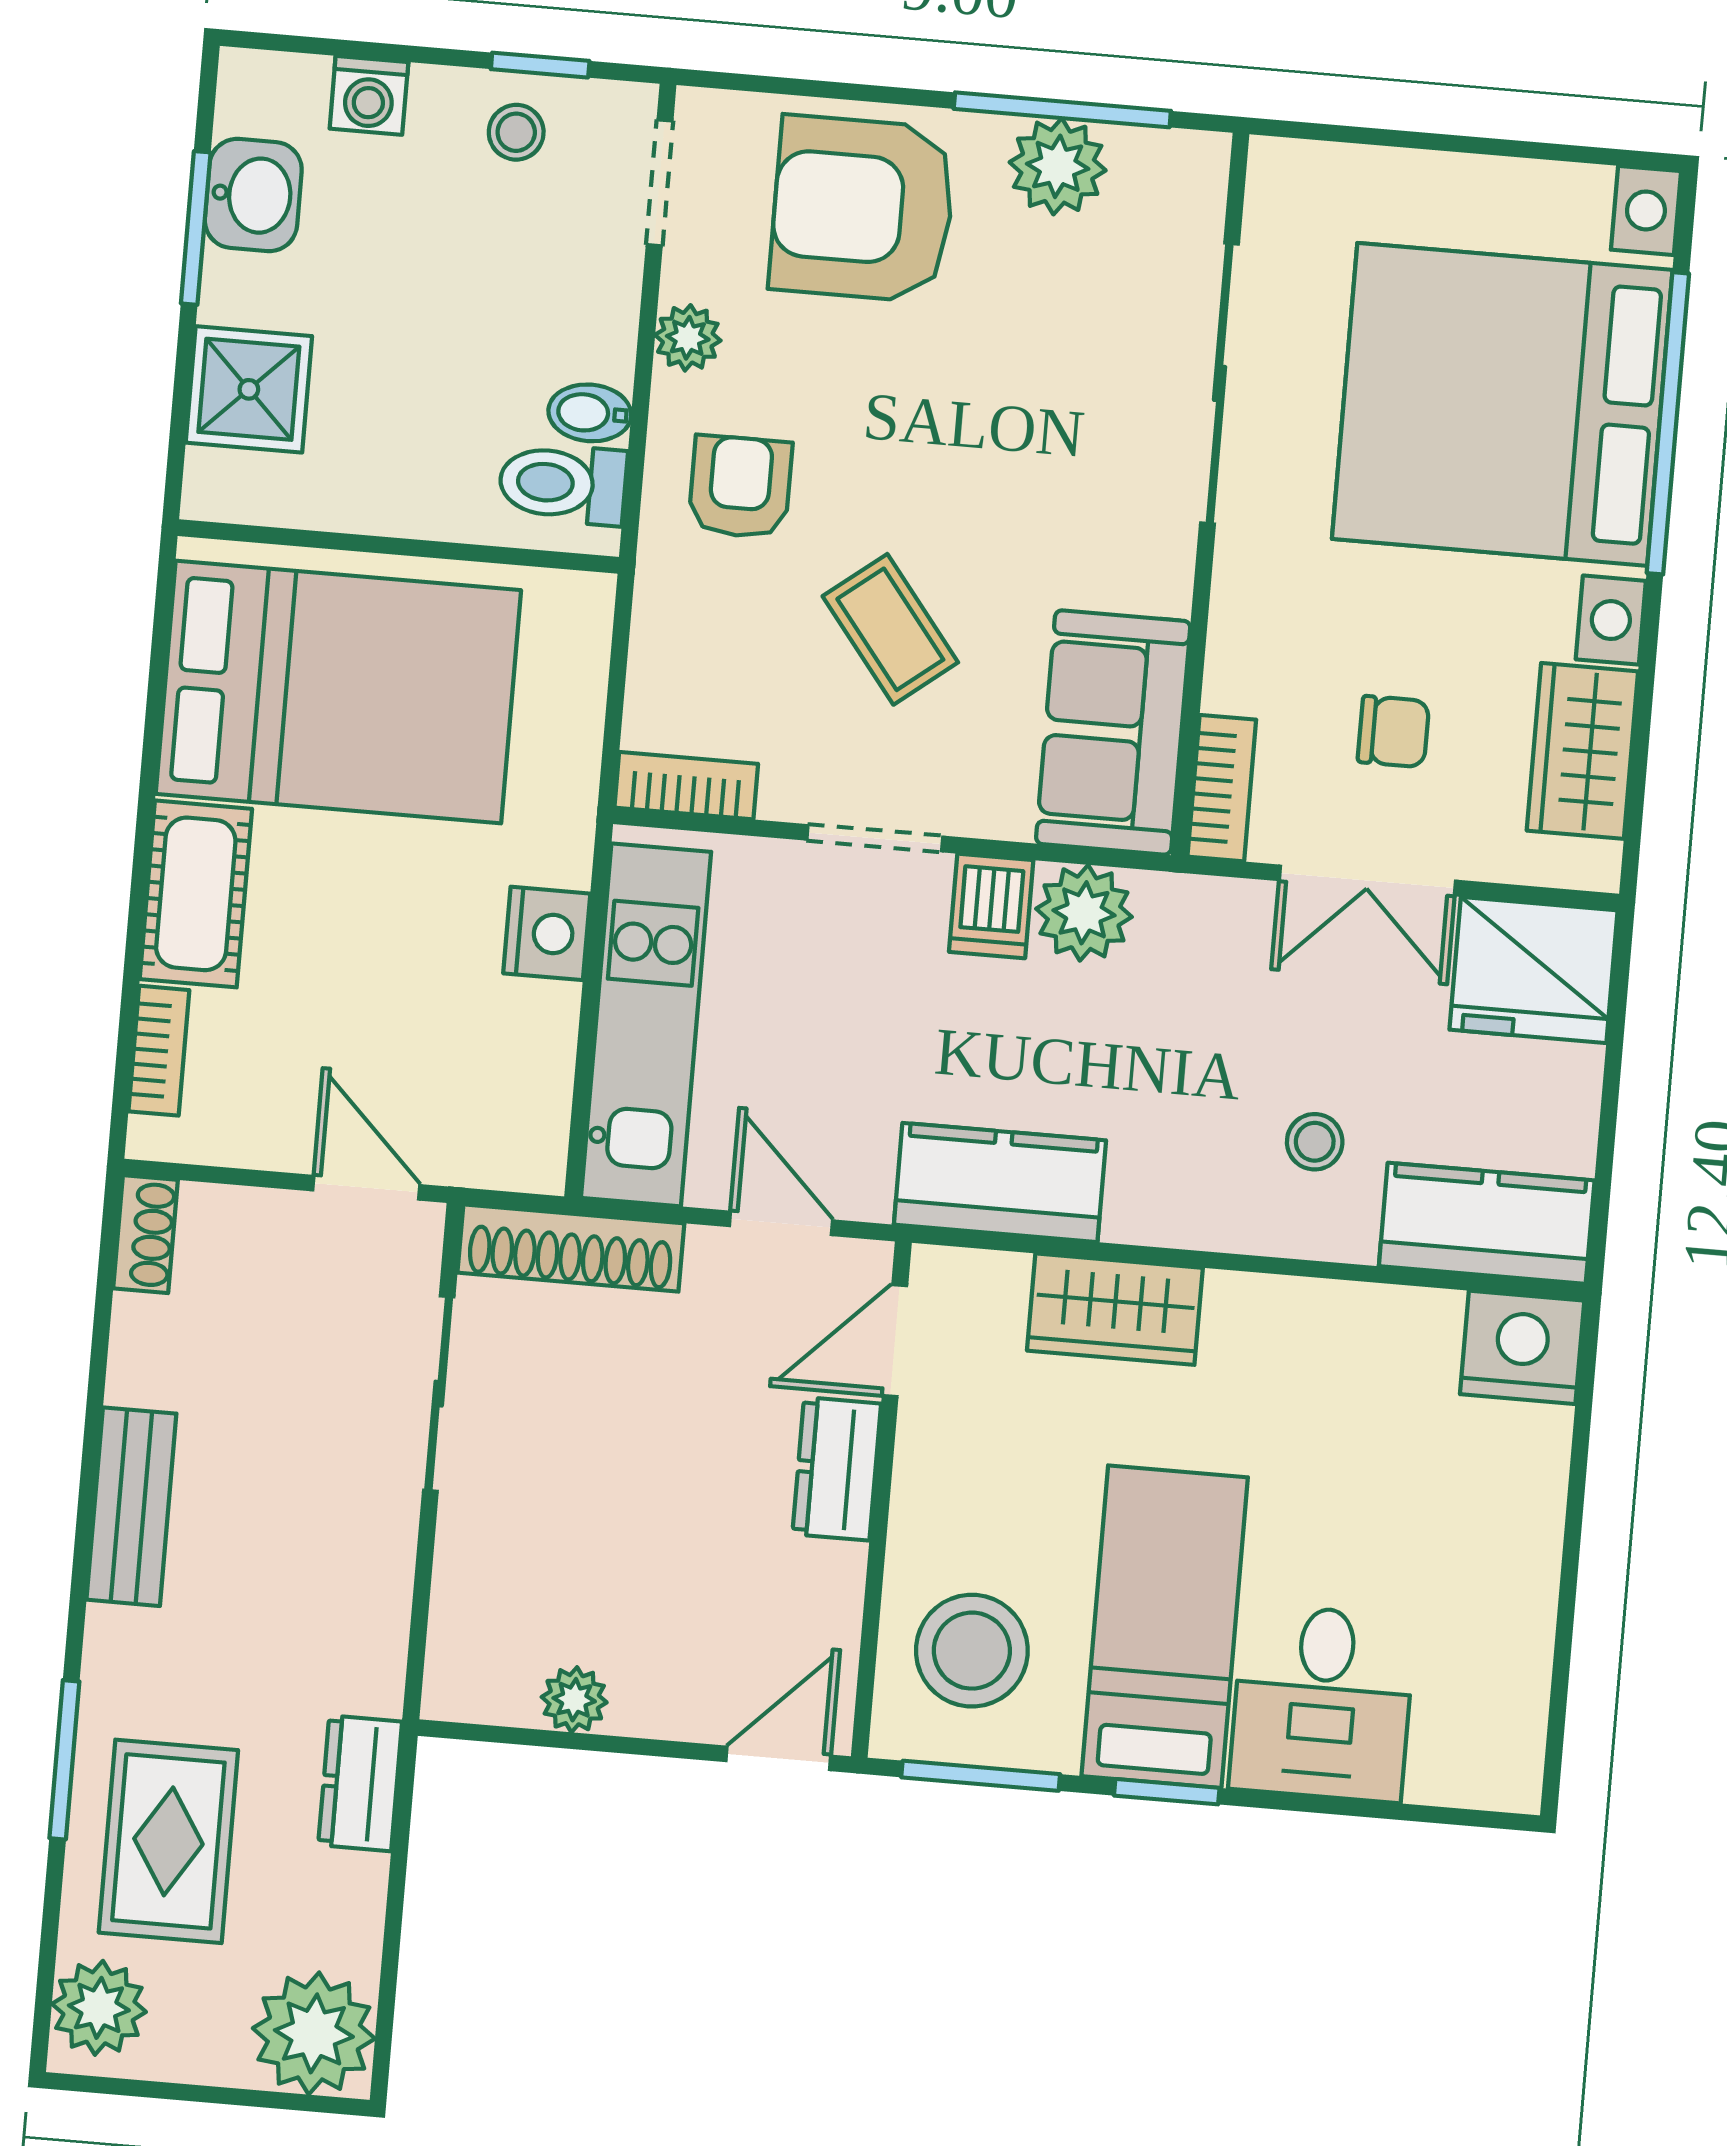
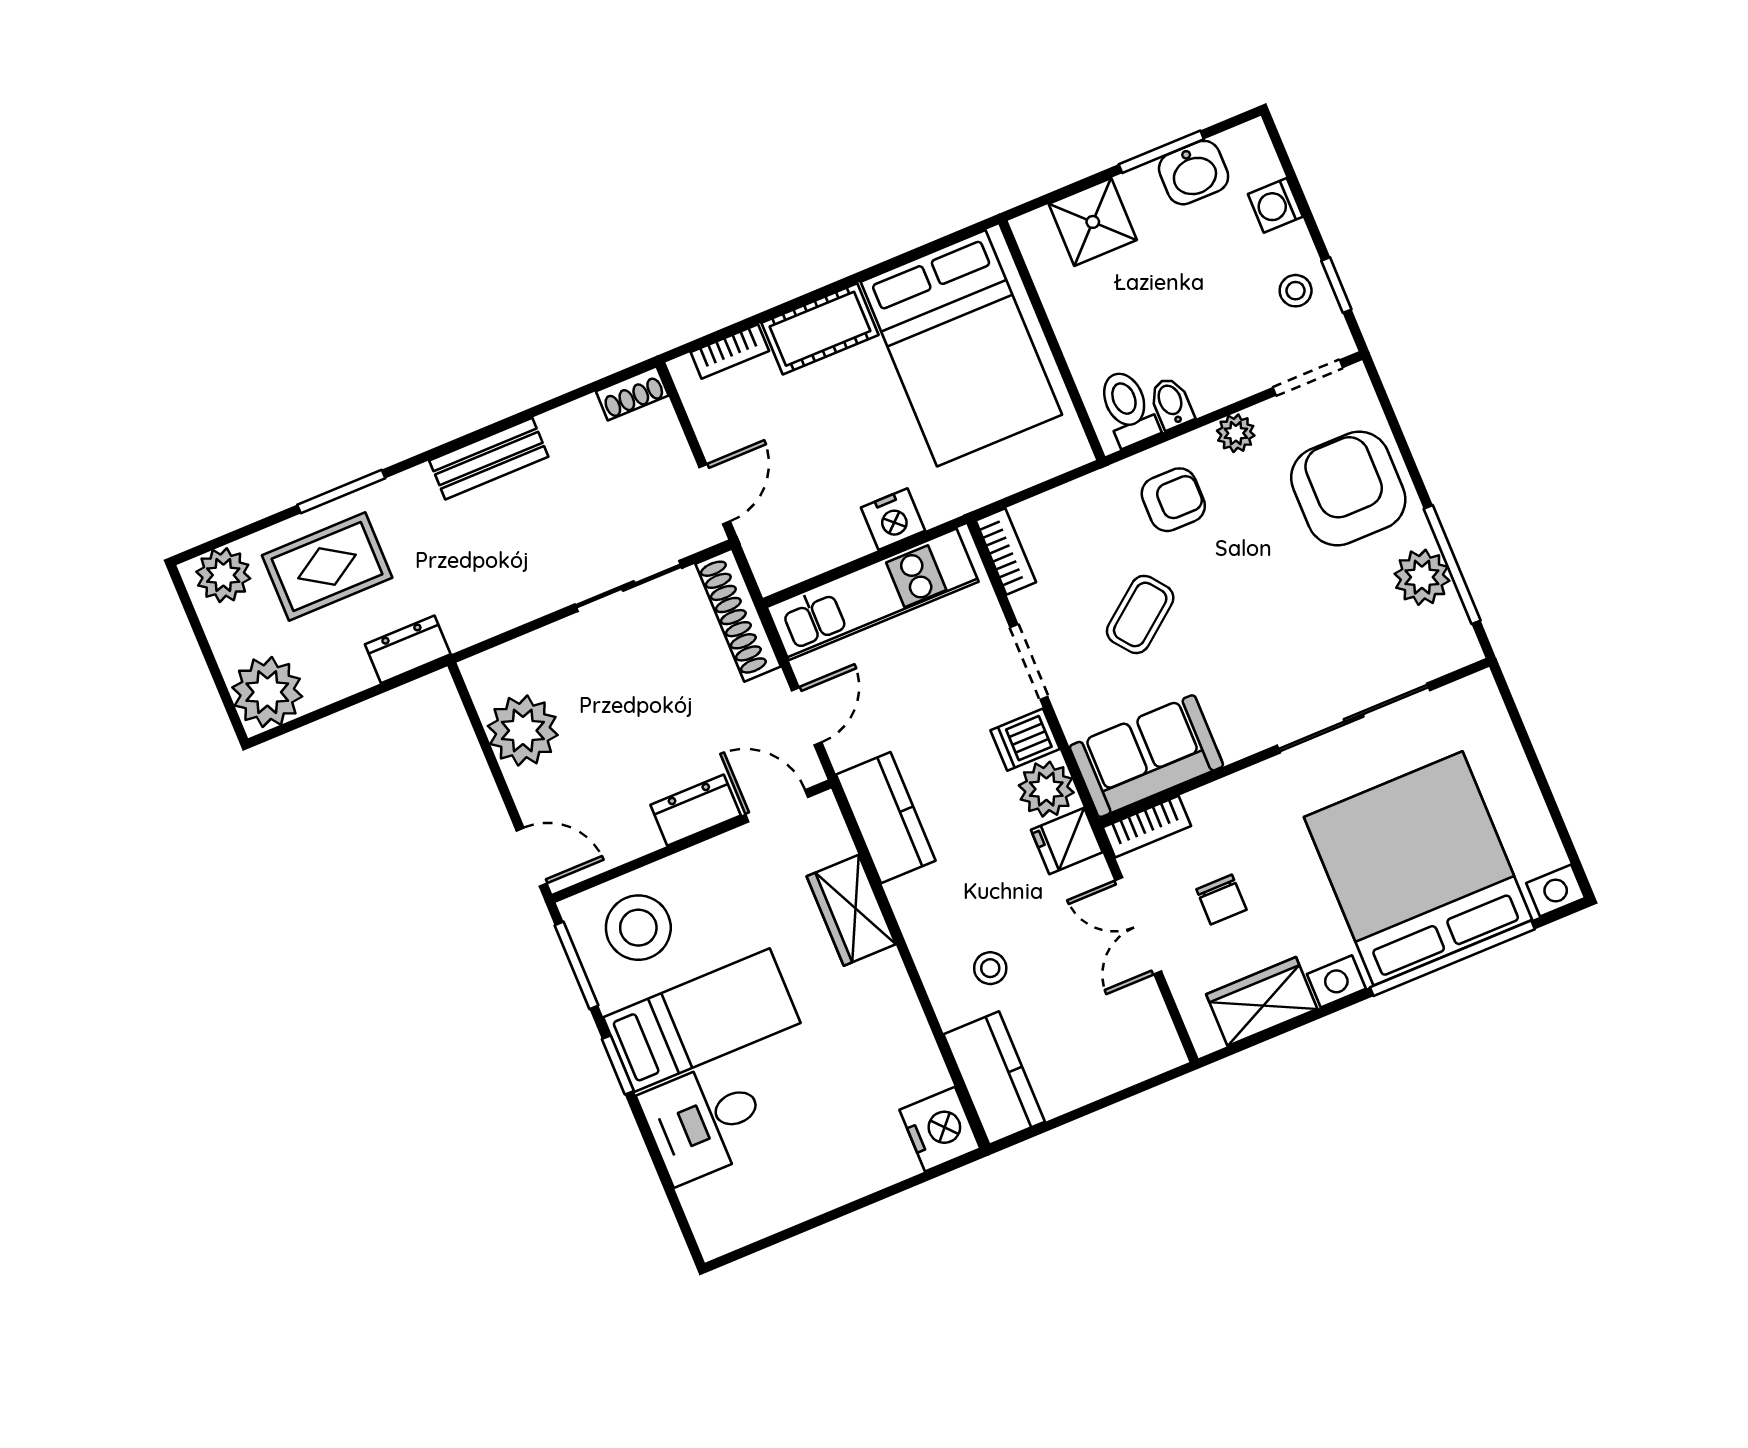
fridge: (1534, 970) -> (1067, 841), moved, width x0.53, depth x0.75
plant: (574, 1700) -> (523, 731), width x1.88, depth x1.88

